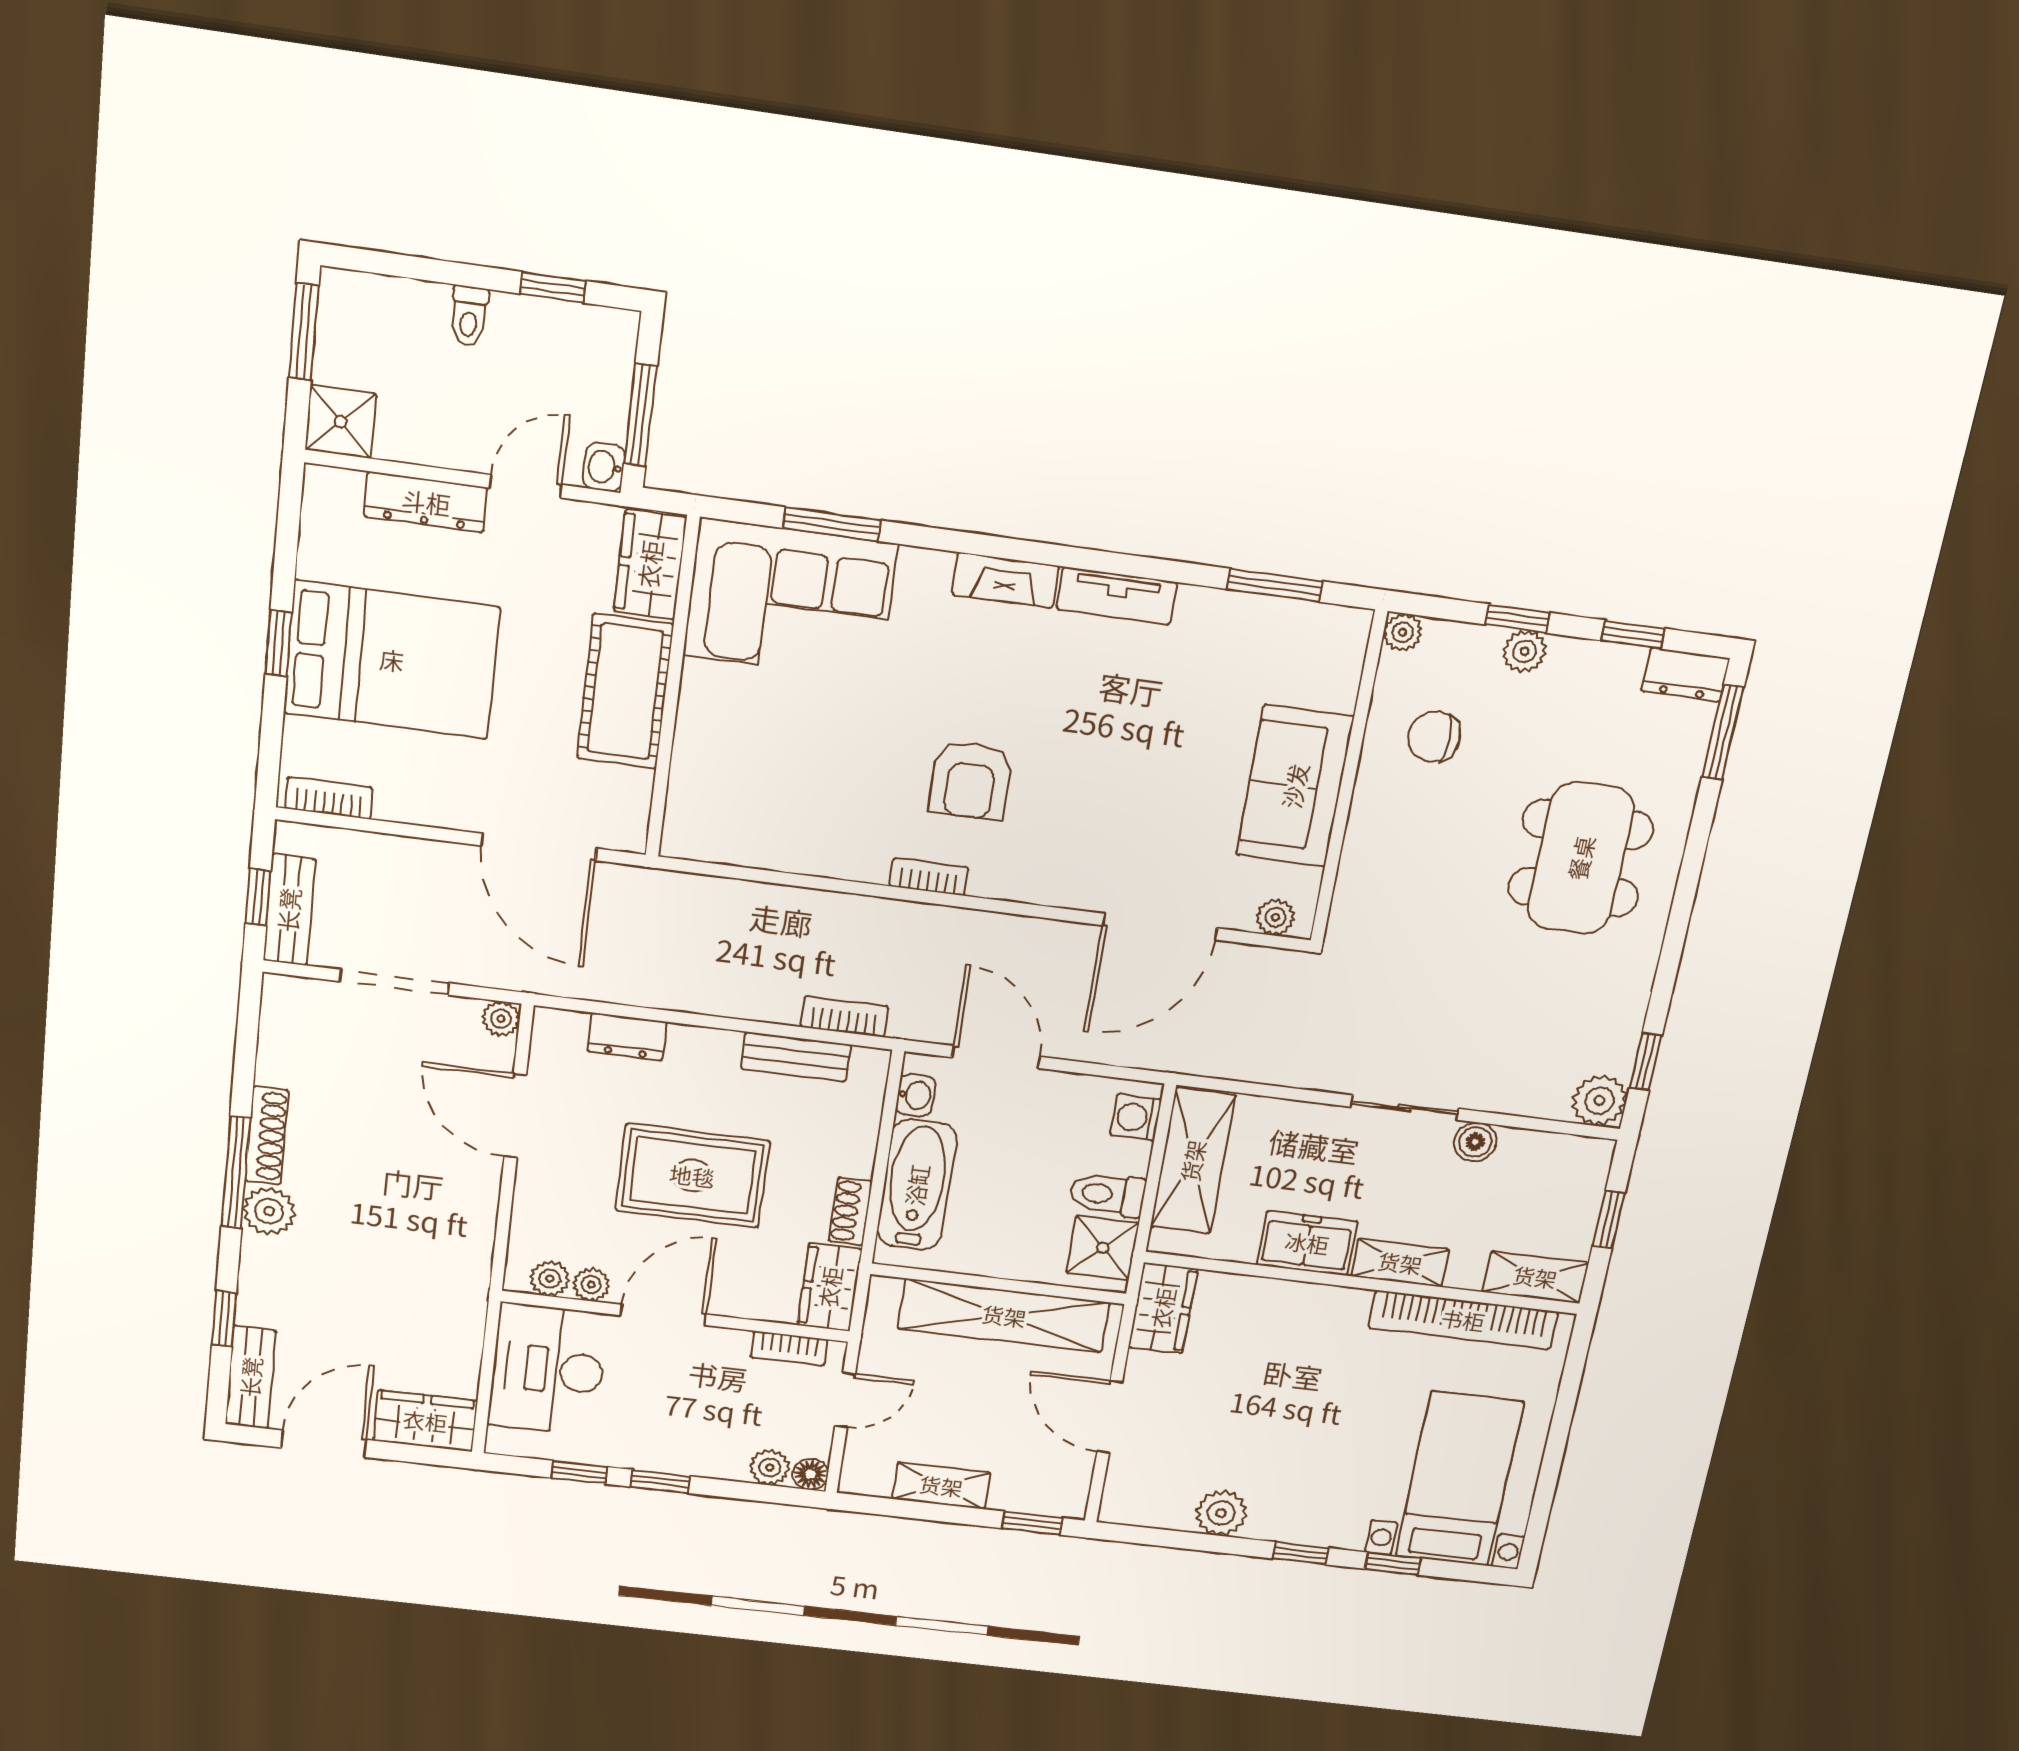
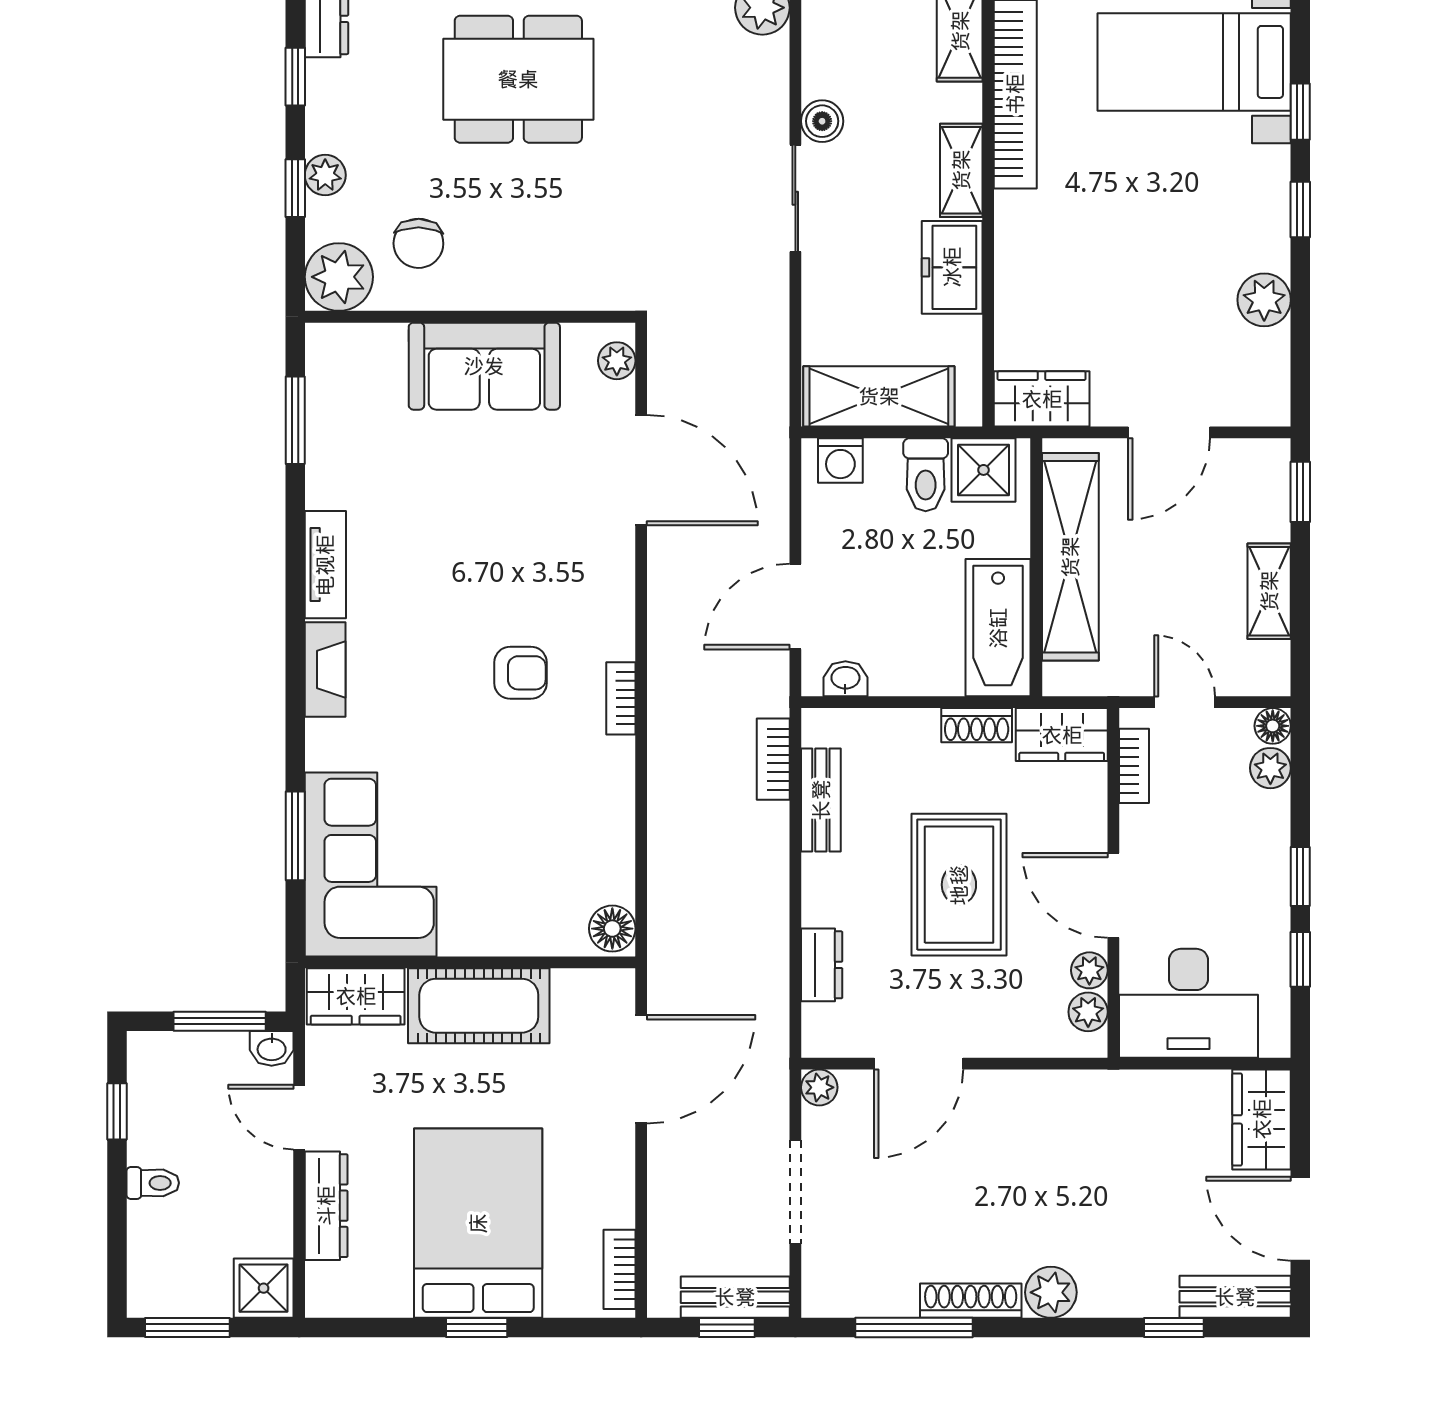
plant: (1403, 632) -> (339, 277), width x1.88, depth x1.88
armchair: (971, 780) -> (521, 673), width x0.72, depth x0.72
floor lamp: (690, 837) -> (612, 929), added
window: (236, 1172) -> (914, 1328), moved
bathtub: (917, 1185) -> (998, 628), moved, turned -90

